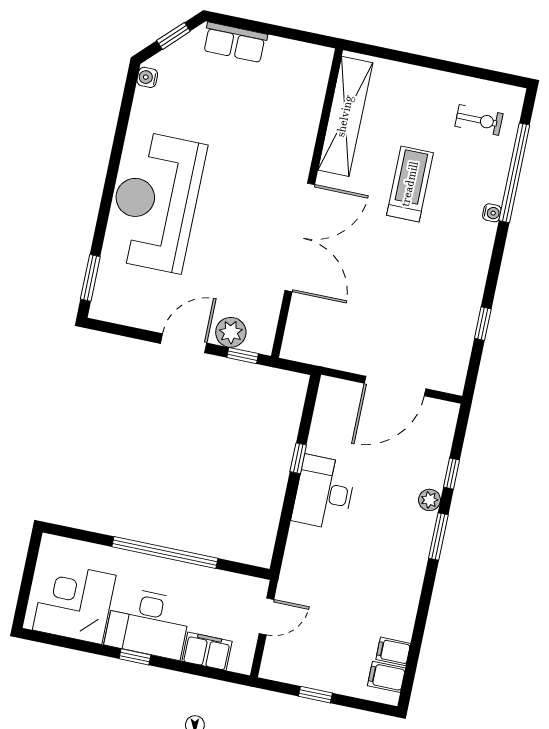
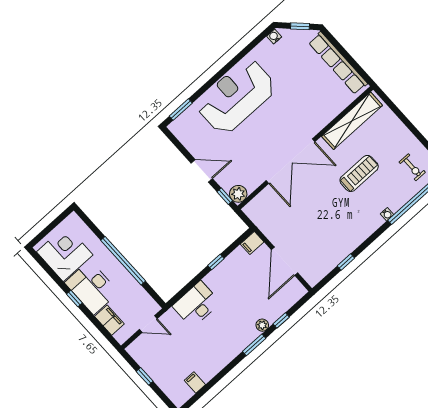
row of seats: (235, 42) -> (338, 63), width x2.02
plant: (231, 332) -> (238, 194), moved
door: (395, 386) -> (285, 261), hinge flipped
desk: (324, 493) -> (196, 304), moved
filing cabinet: (386, 677) -> (252, 243), moved, turned -90

